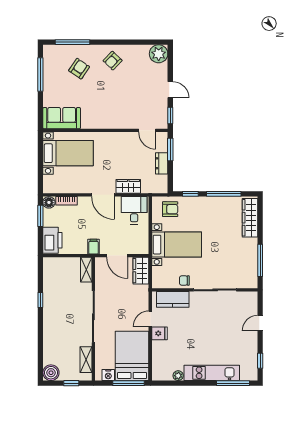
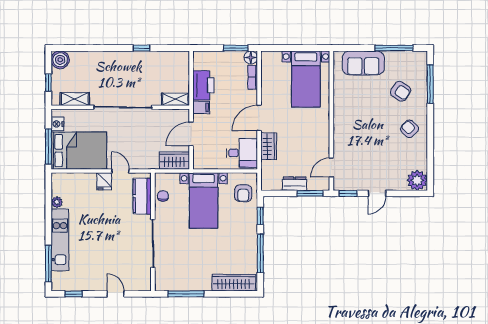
sofa: (62, 118) -> (363, 63), moved, turned 90
printer: (52, 240) -> (203, 85), moved, turned -90
chair: (184, 280) -> (163, 196), moved

